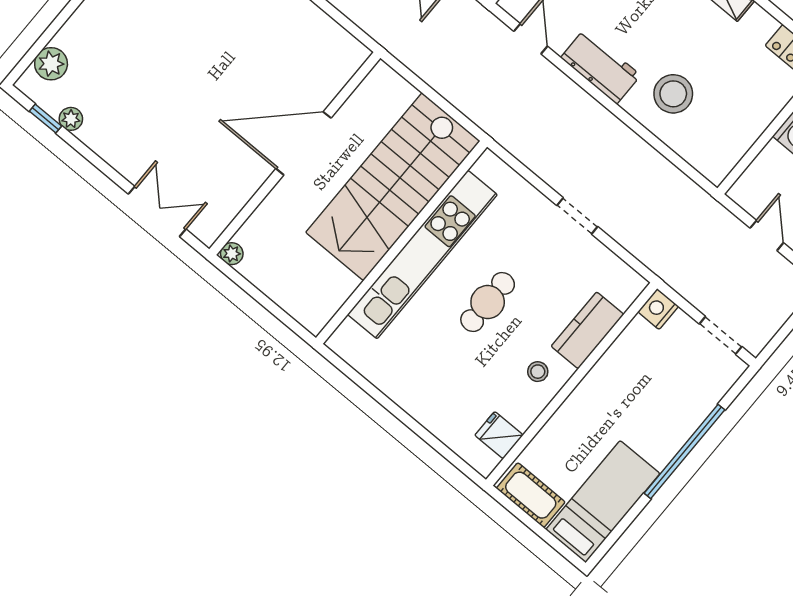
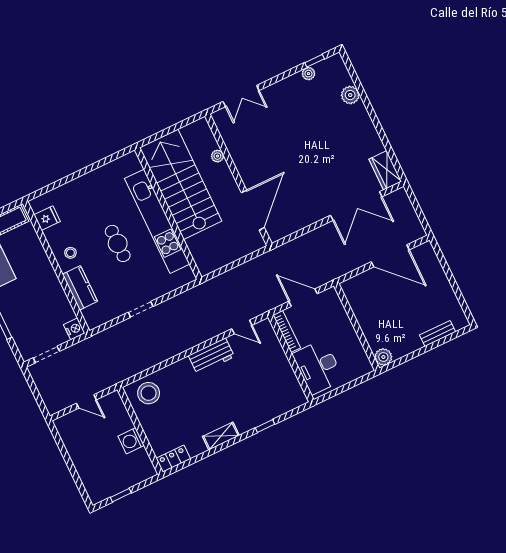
plant: (51, 64) -> (350, 95), moved
stool: (673, 94) -> (149, 393), moved
door: (304, 143) -> (253, 210), moved
stairs: (393, 187) -> (181, 184), moved
plant: (232, 254) -> (217, 156), moved

